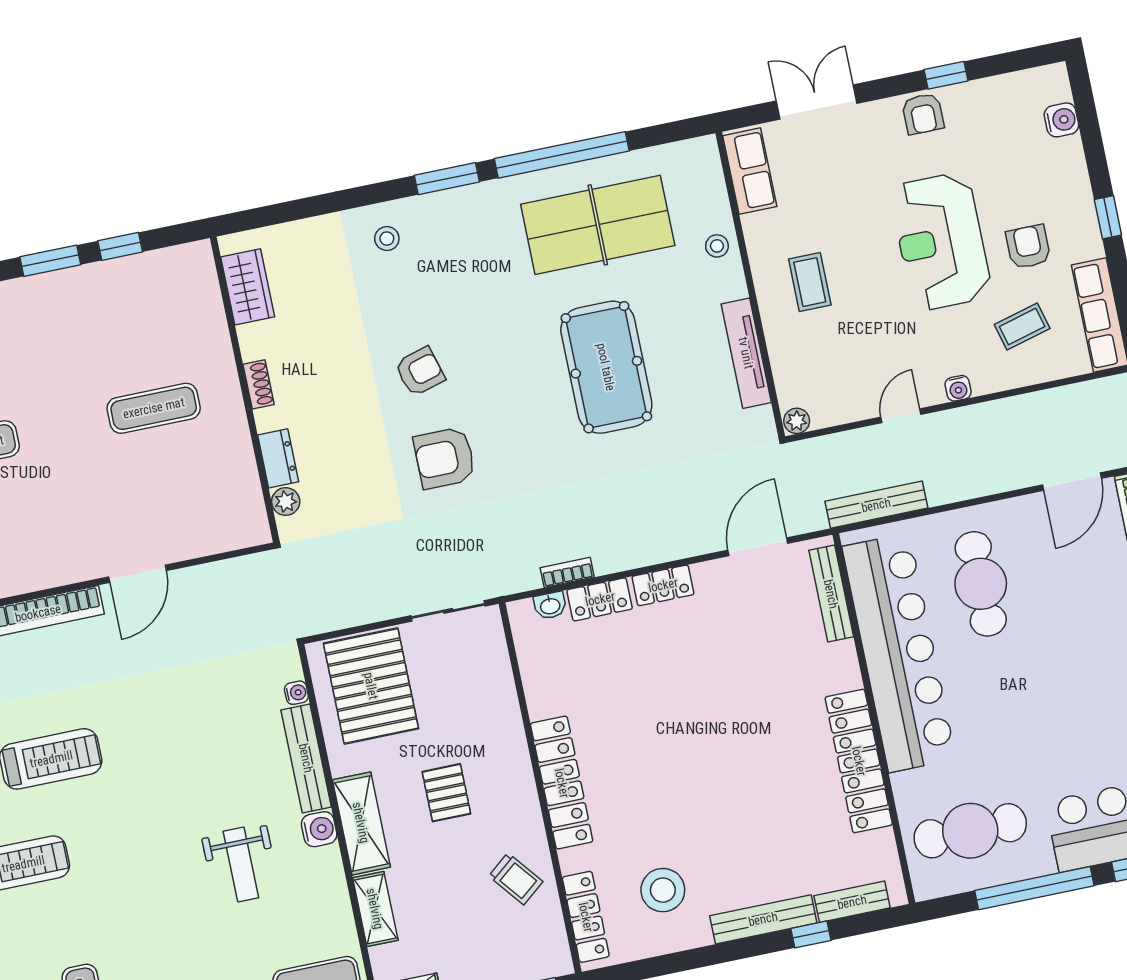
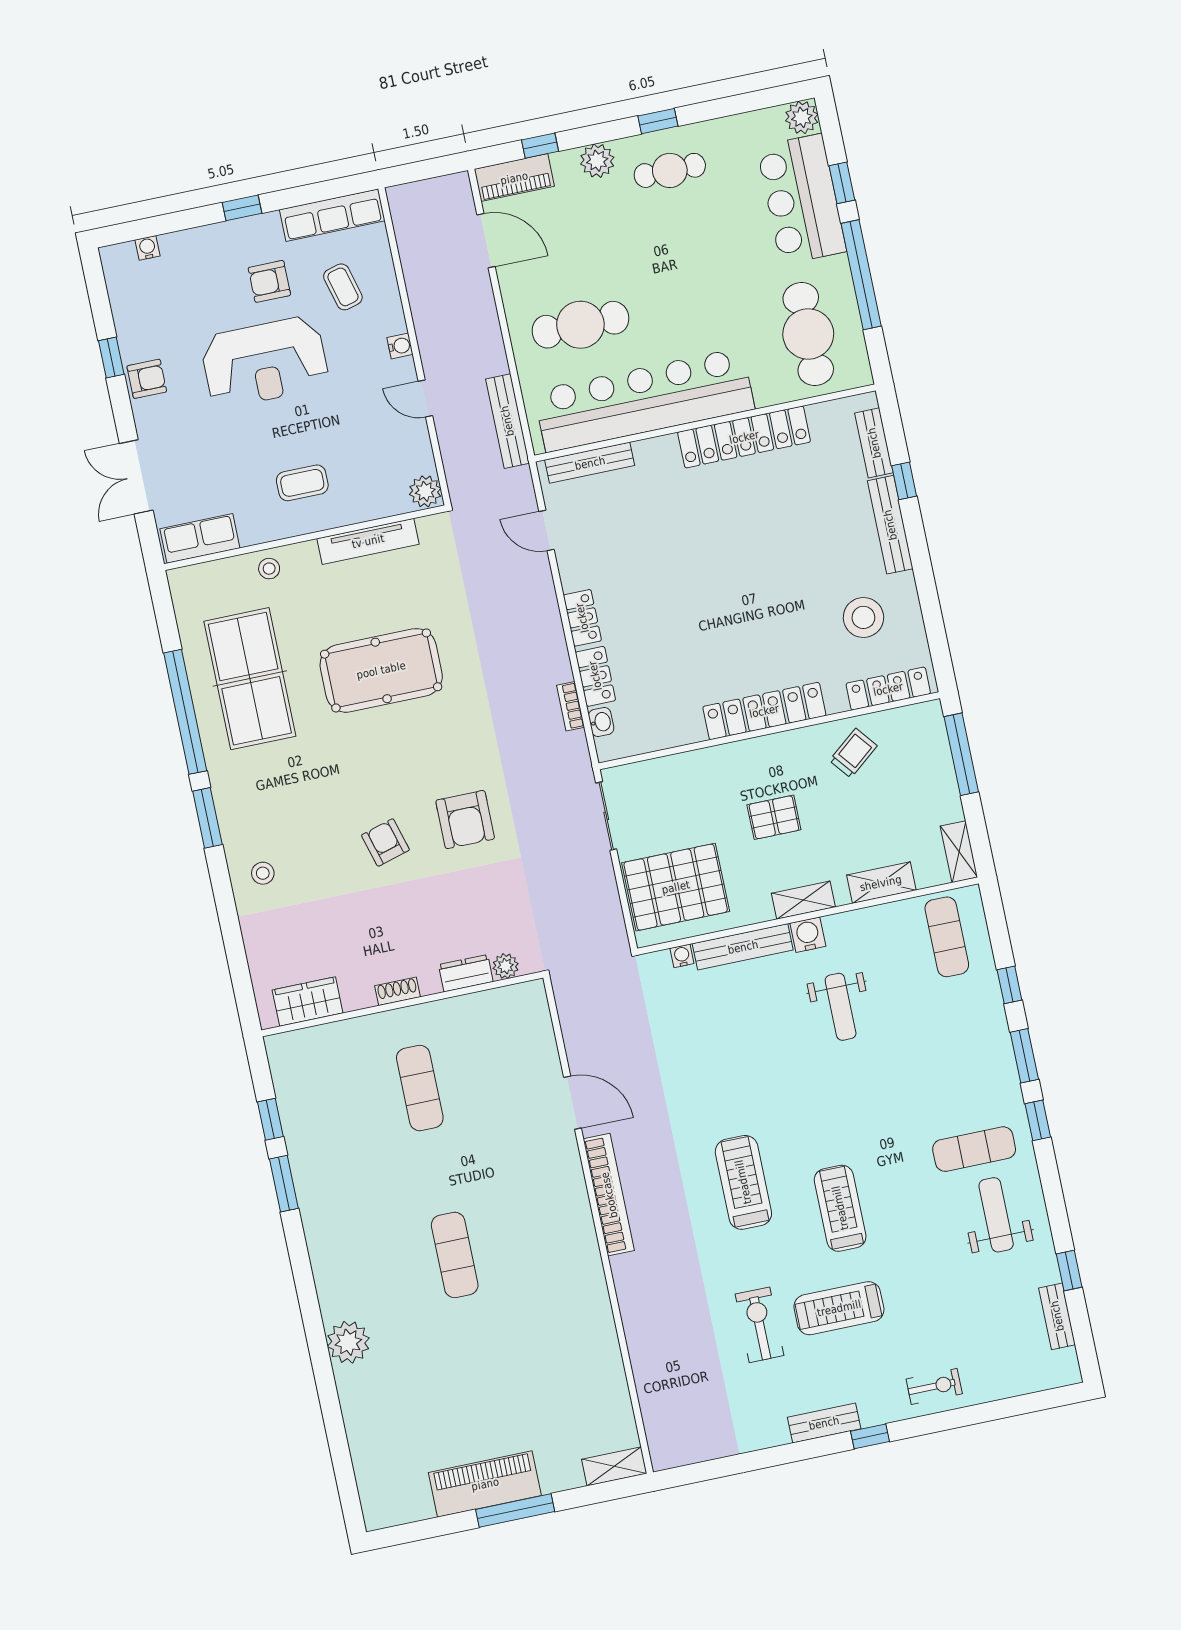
water cooler: (1061, 120) -> (147, 248), width x0.72, depth x0.72
plant: (797, 421) -> (425, 491), width x1.38, depth x1.38
door: (758, 547) -> (547, 530), width x0.73
shelving: (361, 823) -> (803, 900), width x0.67, depth x0.75
weight bench: (241, 865) -> (841, 1007), turned 90

